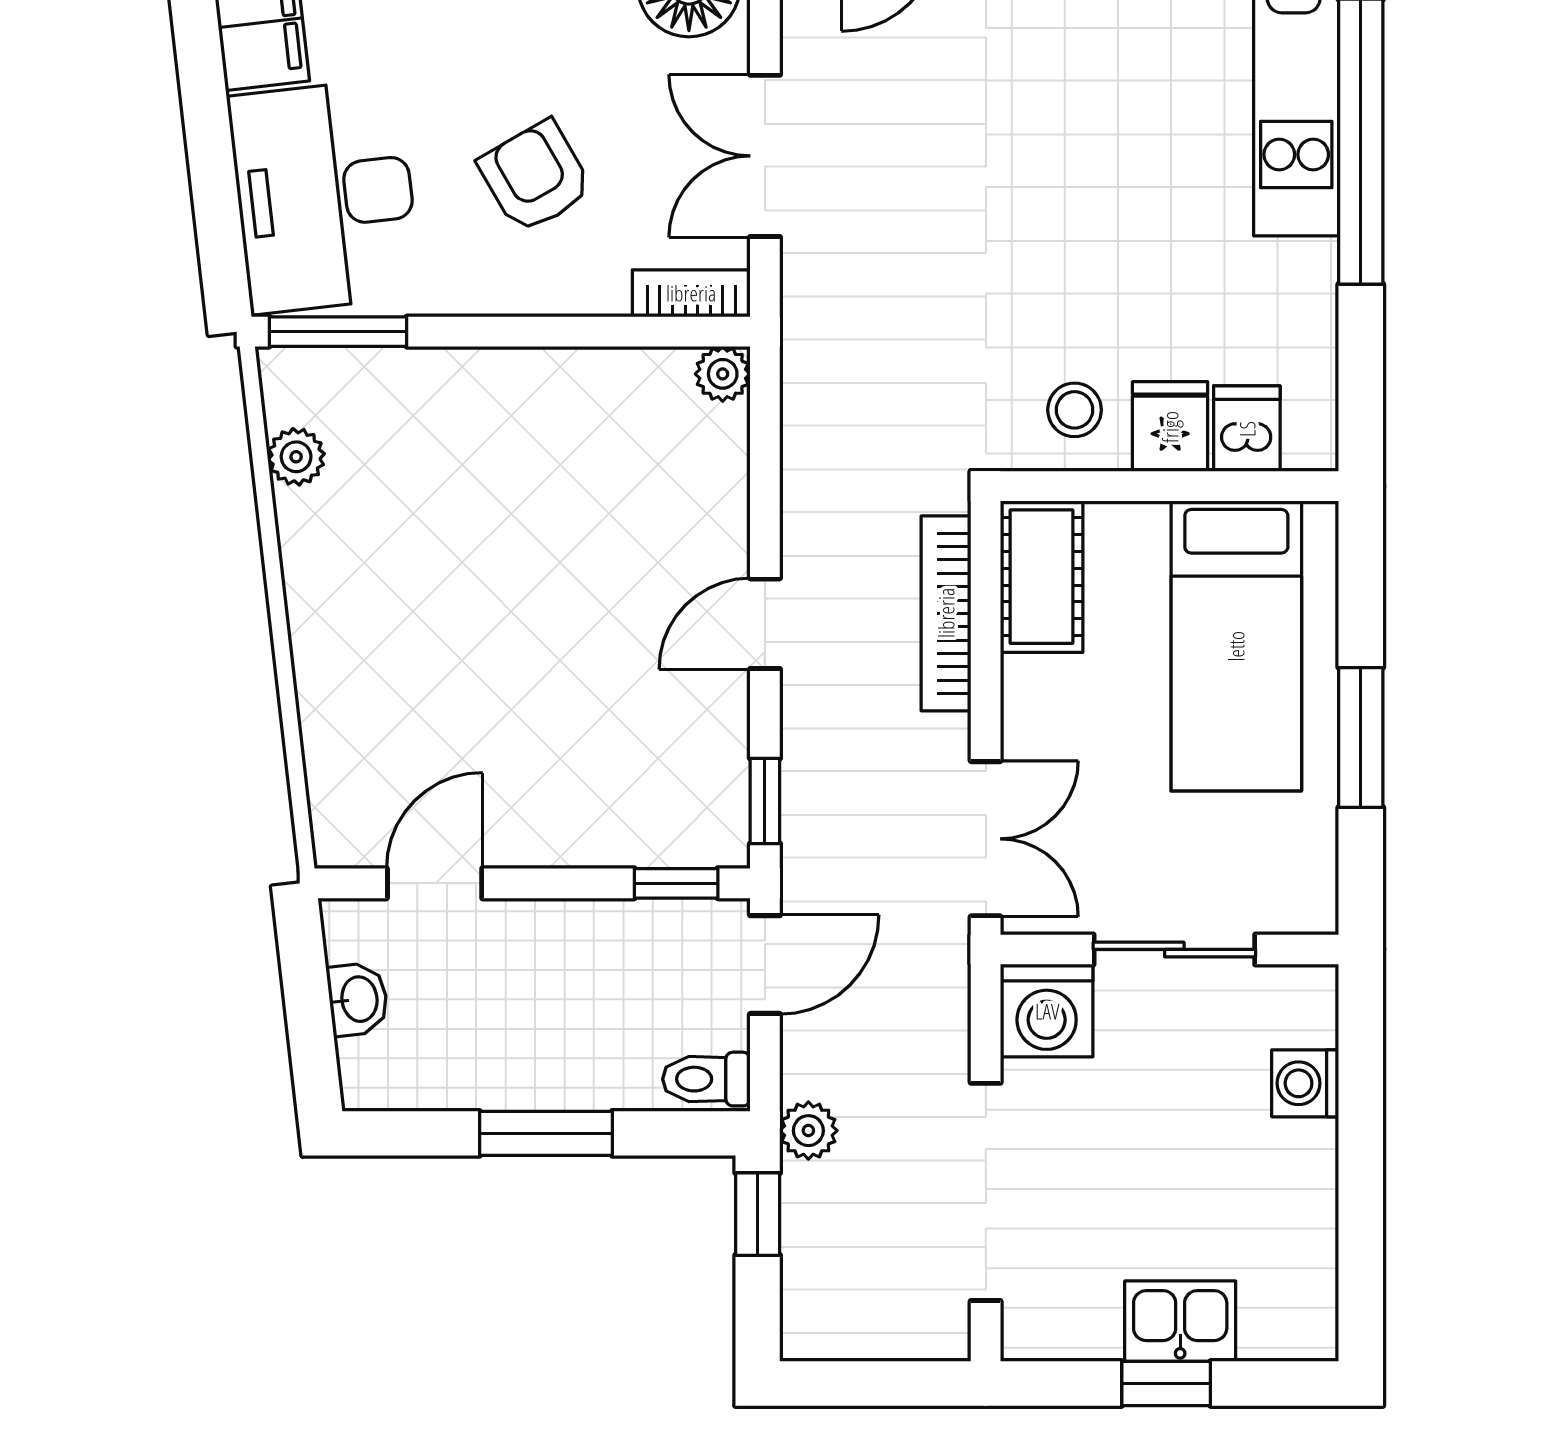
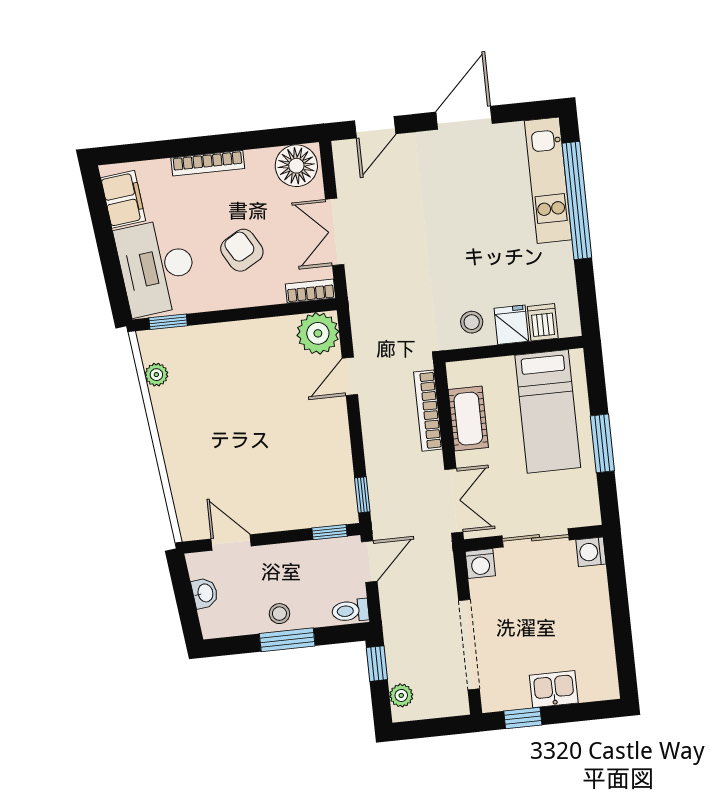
window: (338, 332) -> (168, 322), width x0.67
plant: (723, 374) -> (318, 333), width x1.88, depth x1.88
cot: (1042, 577) -> (468, 419), moved
door: (765, 624) -> (350, 376), moved
door: (435, 883) -> (231, 543), hinge flipped
washing machine: (1047, 1011) -> (480, 564), width x0.73, depth x0.73
stool: (534, 1068) -> (279, 614), added
washing machine: (1305, 1083) -> (591, 552), moved
plant: (808, 1131) -> (401, 695), moved
window: (1166, 1383) -> (523, 718), moved

